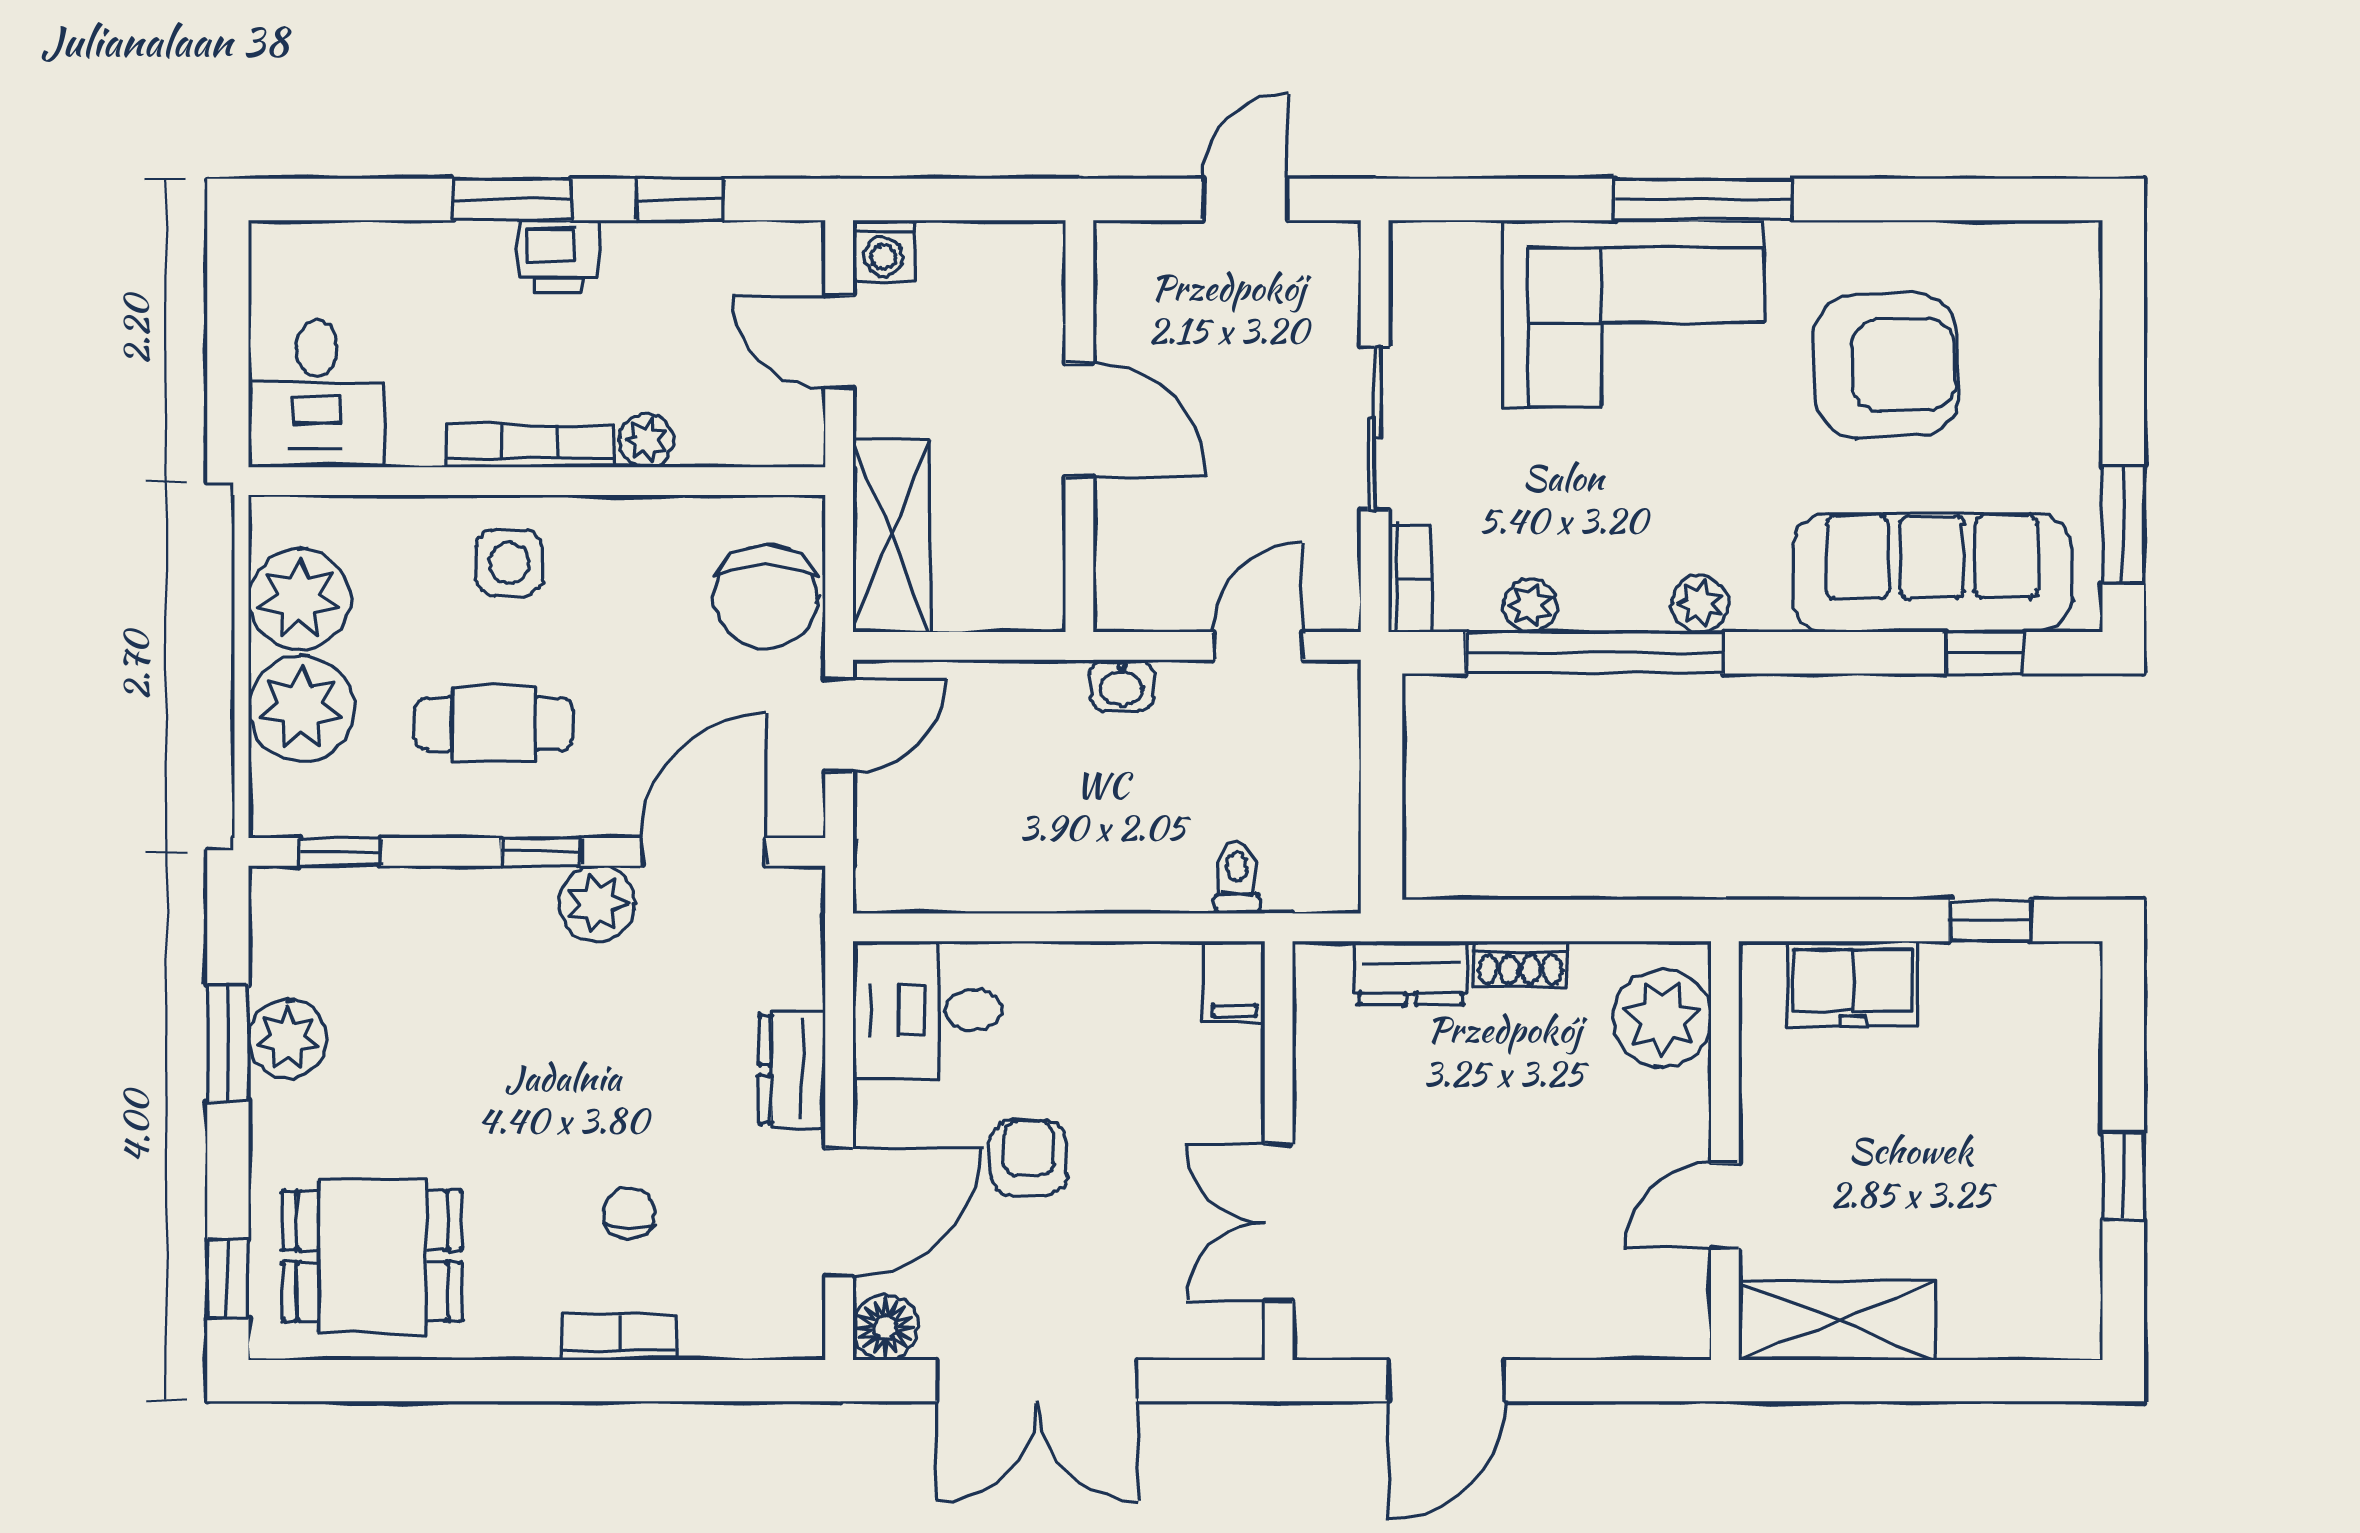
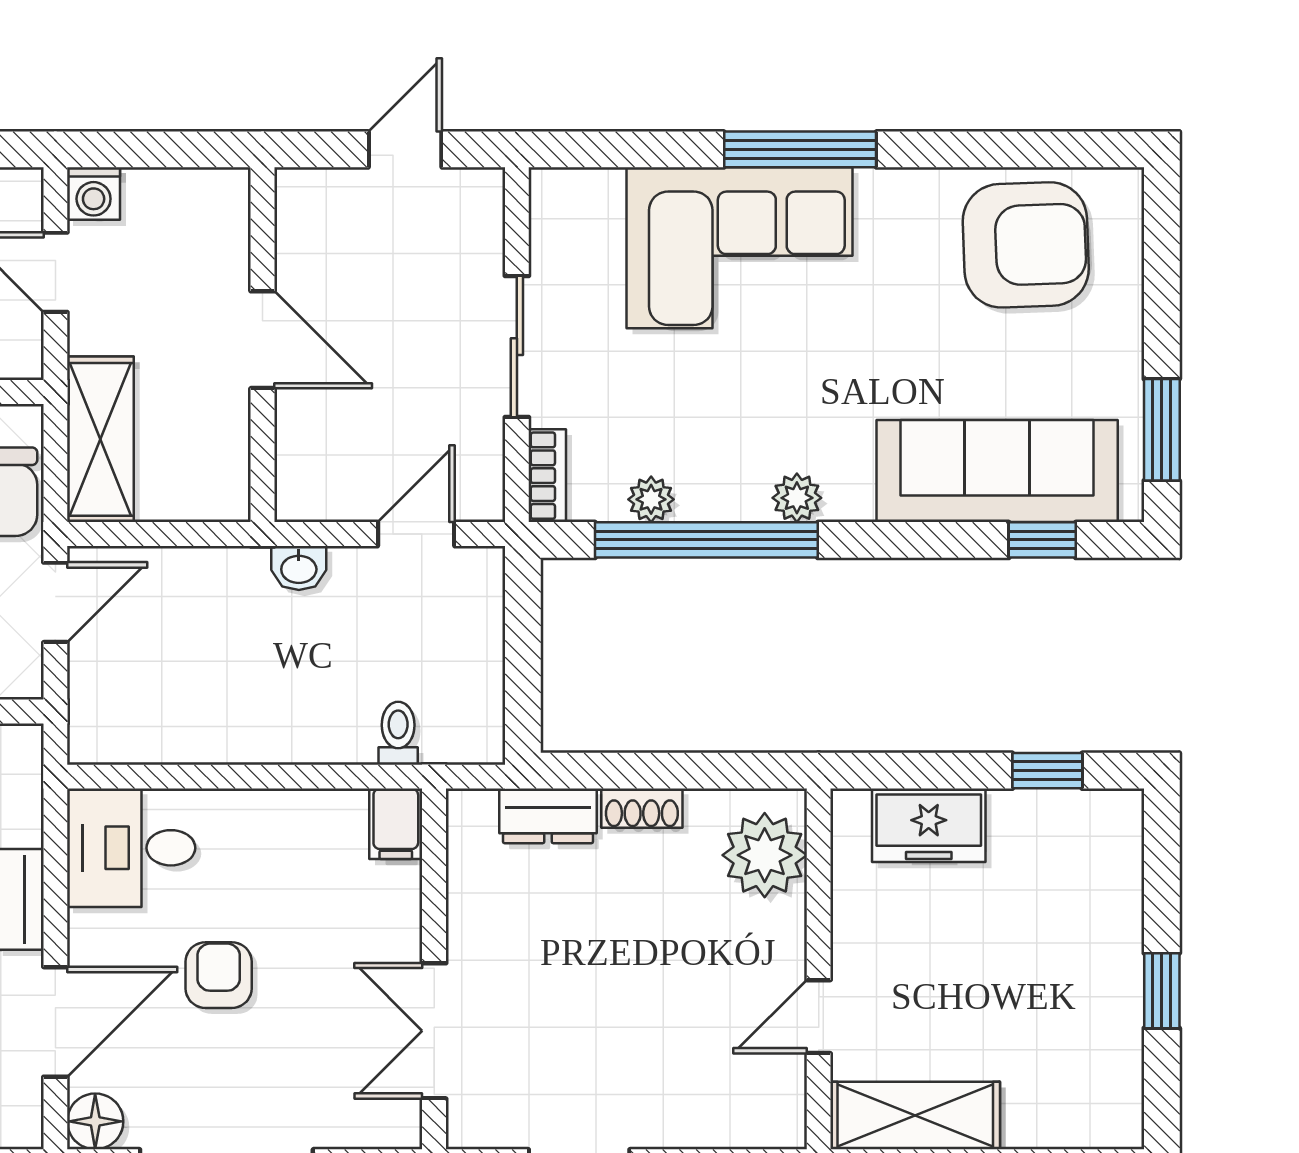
armchair: (1886, 365) -> (1026, 245), moved

